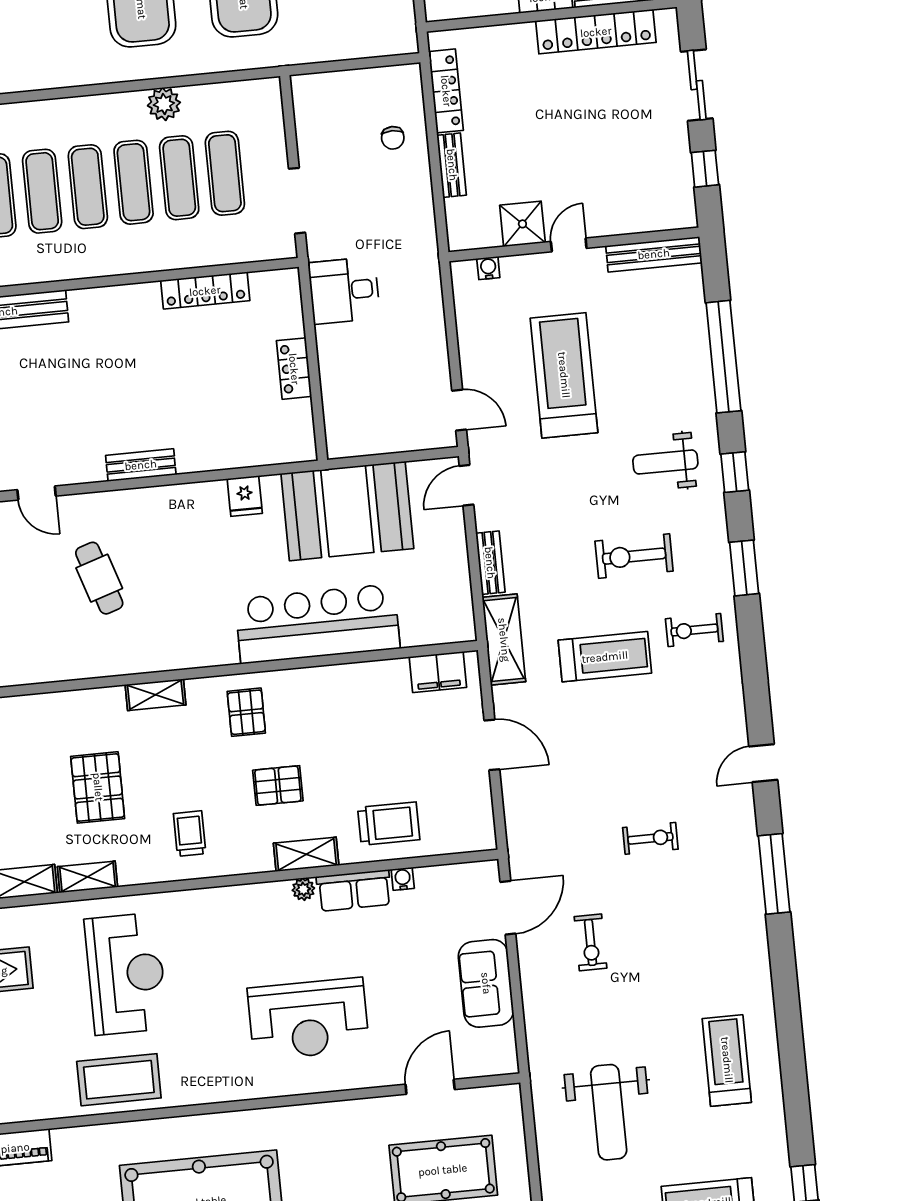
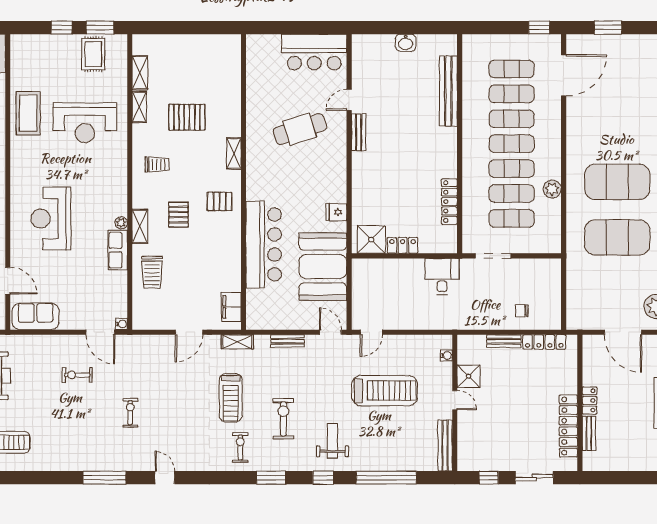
shower: (289, 427) -> (371, 239), added
bench: (141, 465) -> (359, 132), moved
cafe table: (99, 578) -> (300, 129), width x1.37, depth x1.35
shelving: (504, 640) -> (237, 342), width x0.67, depth x0.75
exercise bike: (650, 838) -> (130, 413), turned 180
water cooler: (403, 879) -> (121, 324), moved
sofa: (486, 983) -> (36, 316), moved

